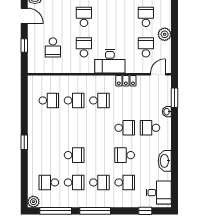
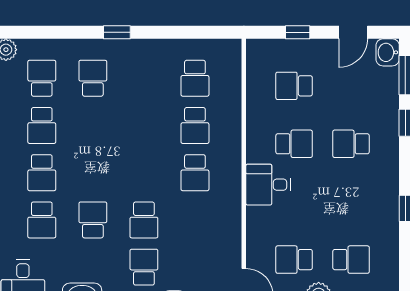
school desk: (84, 17) -> (351, 144), turned 180
school desk: (146, 47) -> (294, 260), turned 180
desk: (110, 61) -> (268, 185), width x0.73
locker: (126, 81) -> (232, 222), removed
school desk: (74, 155) -> (93, 78), moved, turned 180

